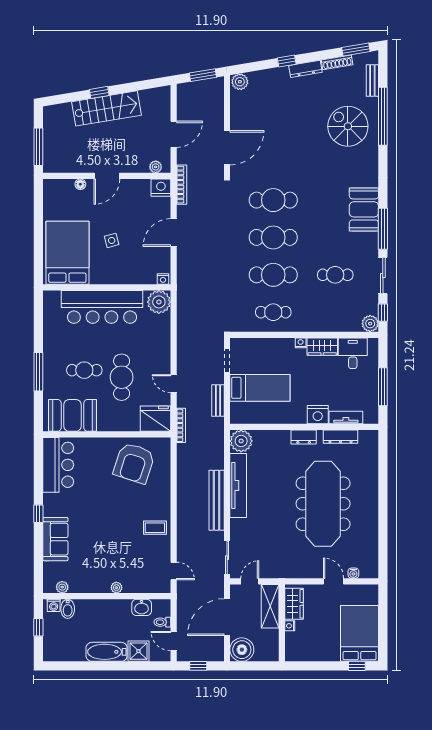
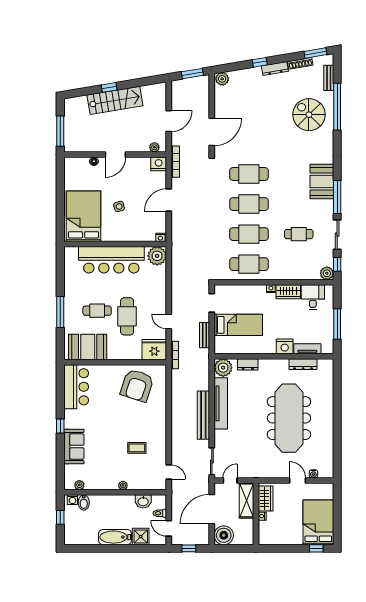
cafe table: (273, 312) -> (249, 264), width x1.37, depth x1.35
dresser: (304, 437) -> (248, 364), moved
coffee table: (155, 528) -> (137, 448), moved

